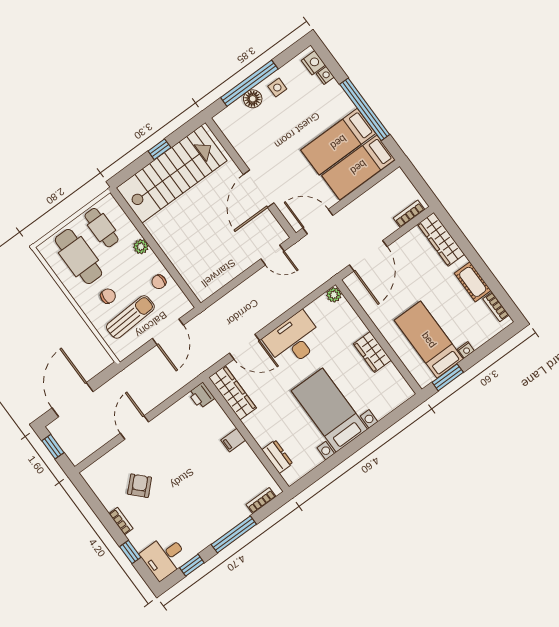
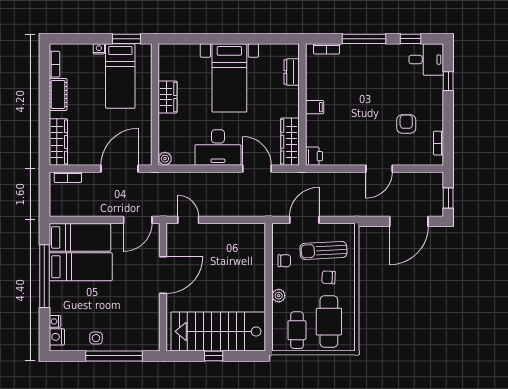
floor lamp: (253, 99) -> (120, 343), removed
door: (318, 222) -> (138, 220), hinge flipped
armchair: (140, 486) -> (406, 124), turned 134
bookcase: (121, 521) -> (438, 143), moved

